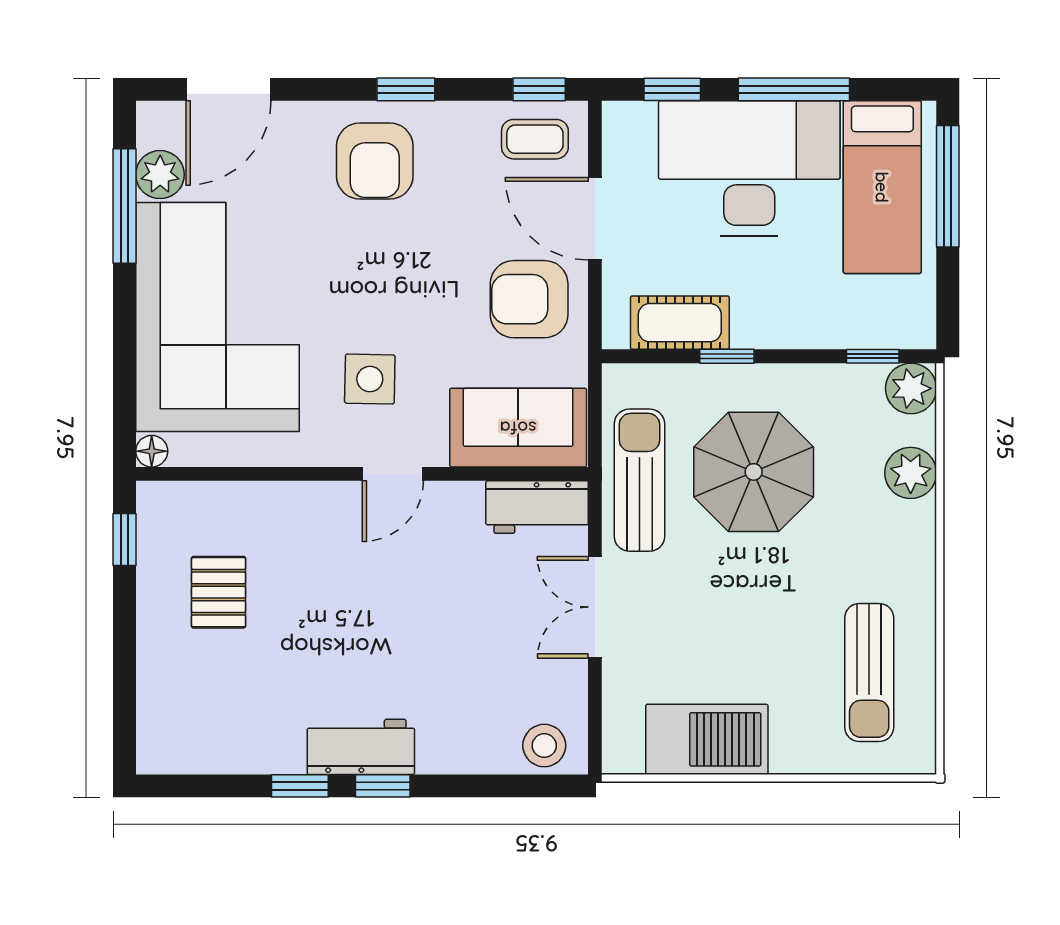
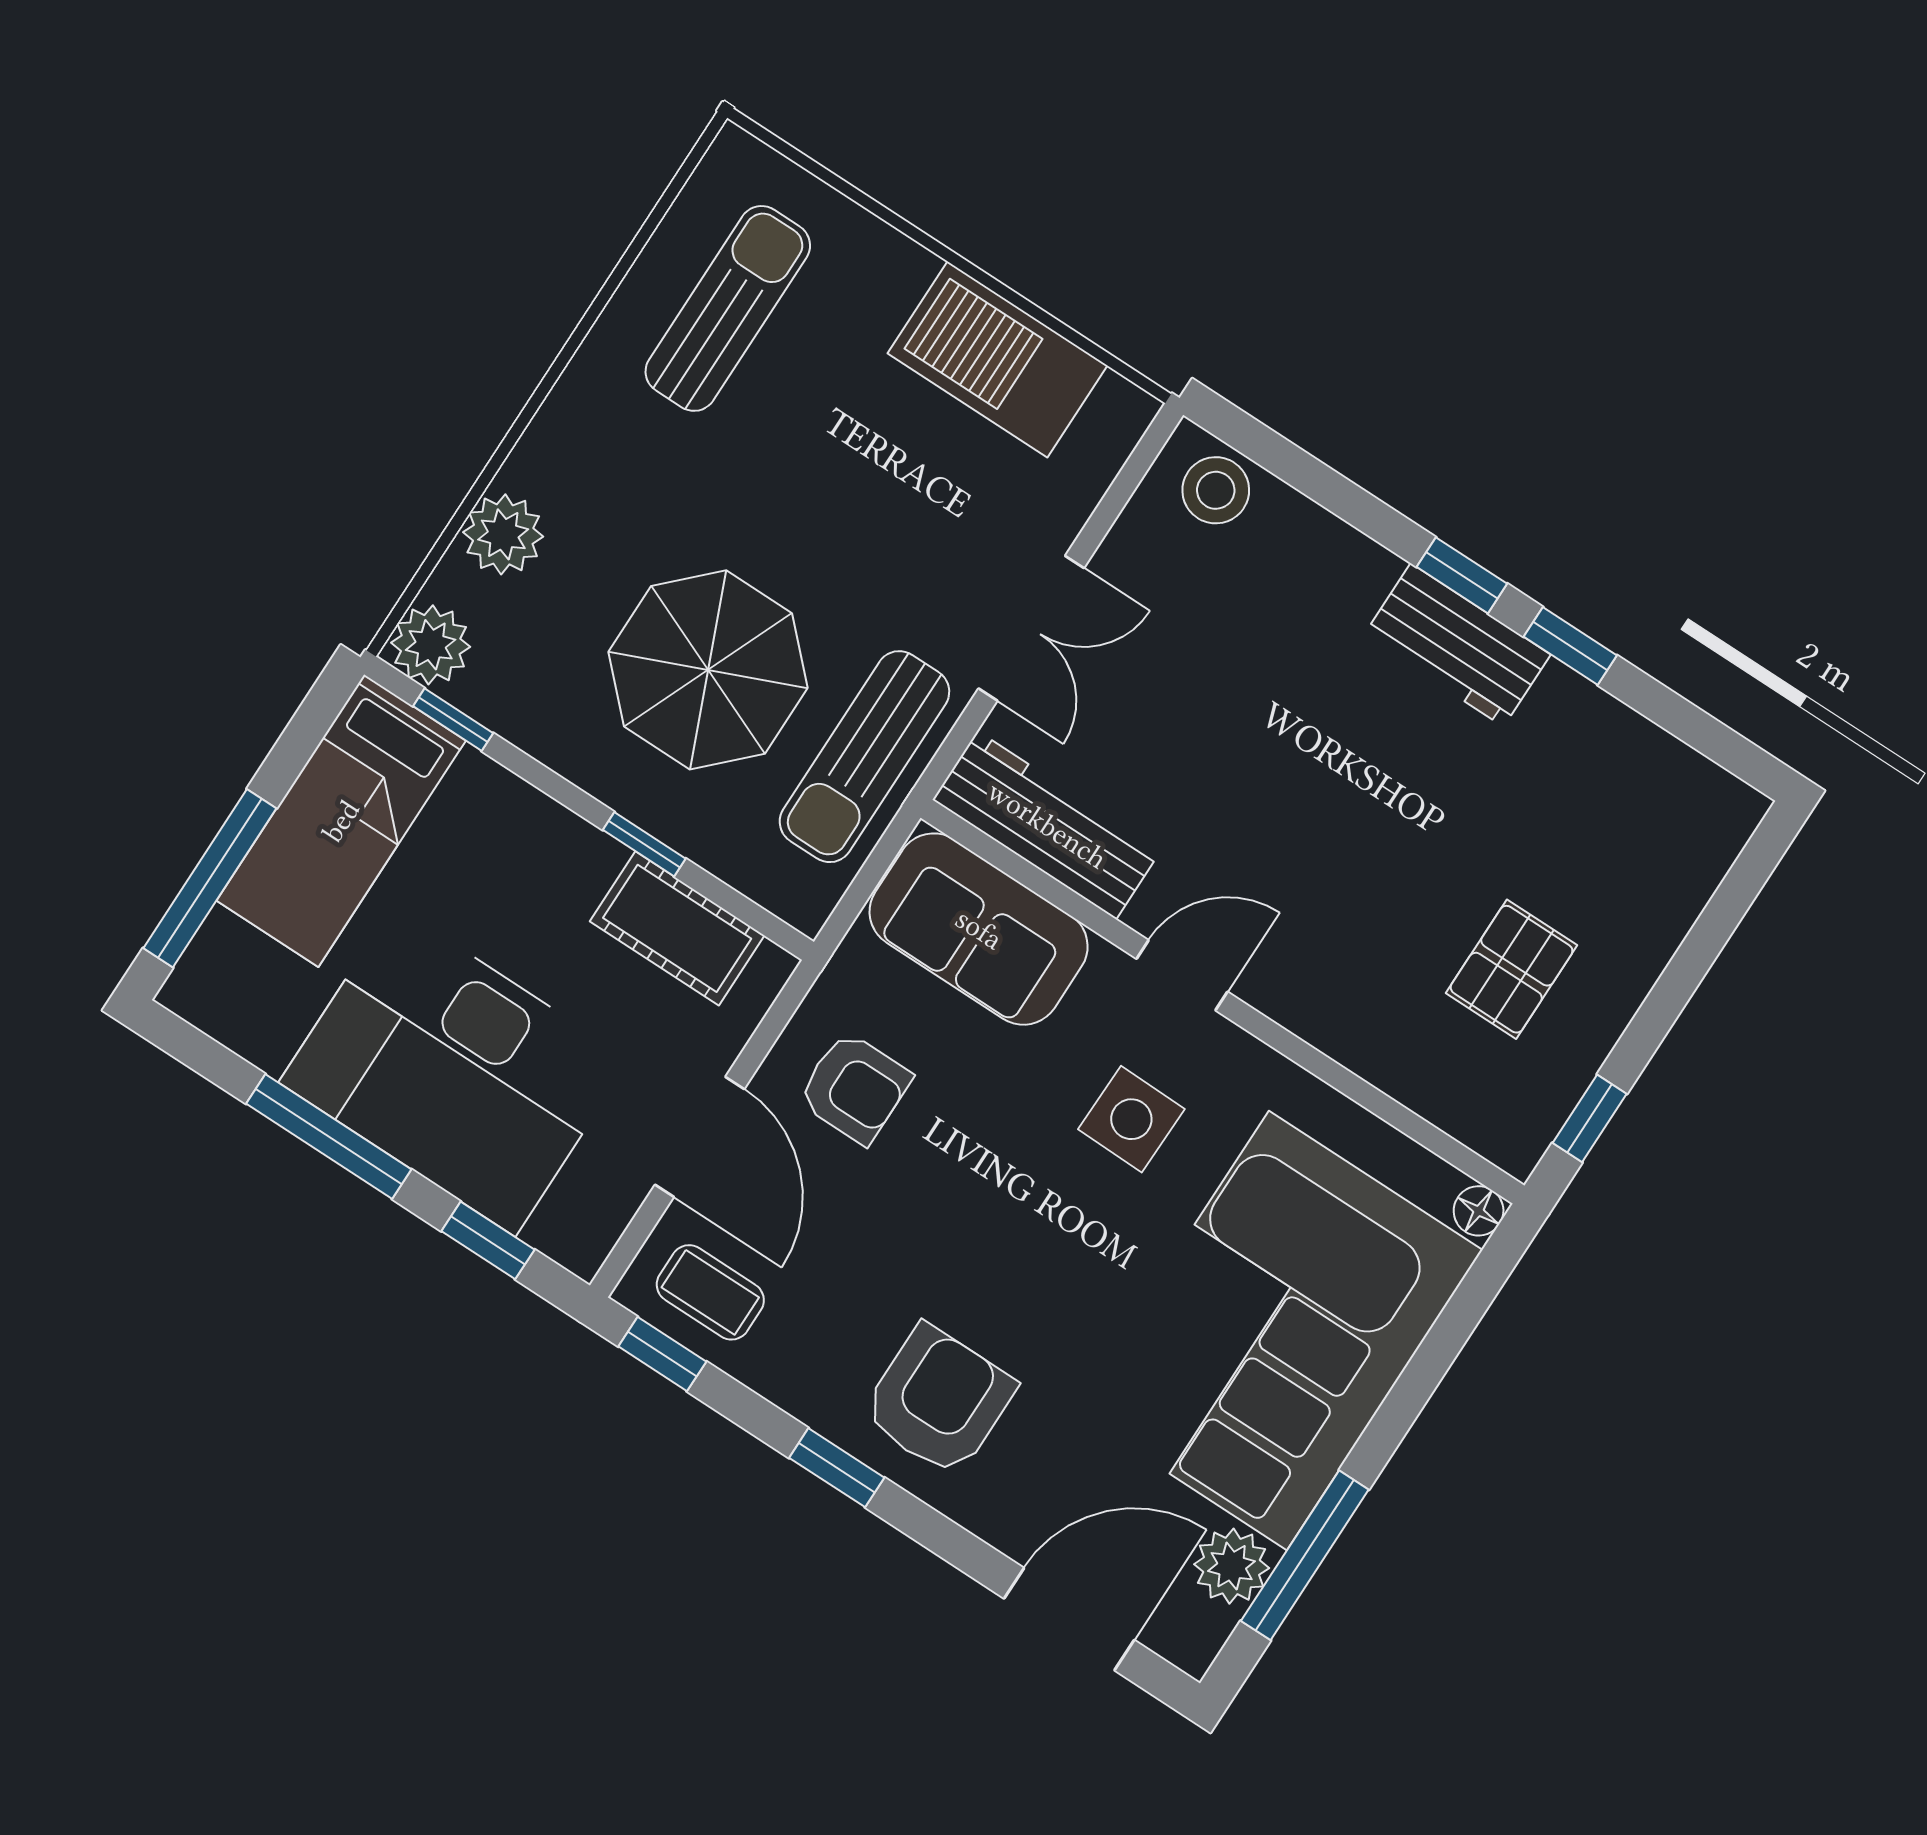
bed: (882, 187) -> (341, 821), moved, turned 180
armchair: (529, 299) -> (855, 1088), width x0.72, depth x0.72
workbench: (537, 507) -> (1047, 825), width x1.38

